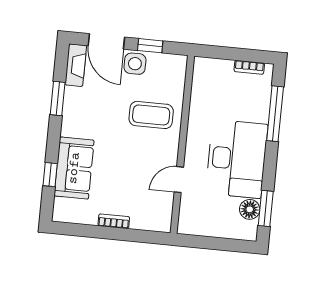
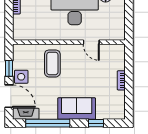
door: (106, 41) -> (9, 96), hinge flipped
window: (58, 98) -> (48, 123), width x2.11
sofa: (74, 168) -> (77, 109), moved

